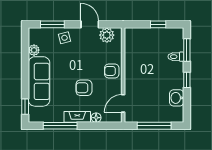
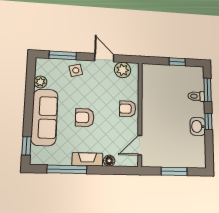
armchair: (84, 88) -> (85, 118), moved
washbasin: (177, 98) -> (198, 126), moved
window: (154, 126) -> (174, 171), width x0.69

